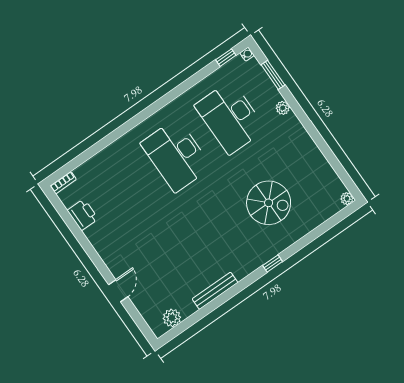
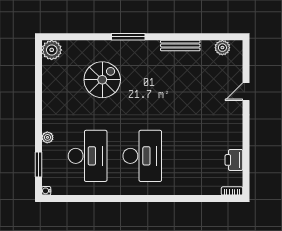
window: (226, 58) -> (62, 199), removed
plant: (347, 199) -> (52, 50), width x1.87, depth x1.87
spiral stairs: (269, 203) -> (102, 80), turned 90
window: (273, 263) -> (128, 37), width x2.17

